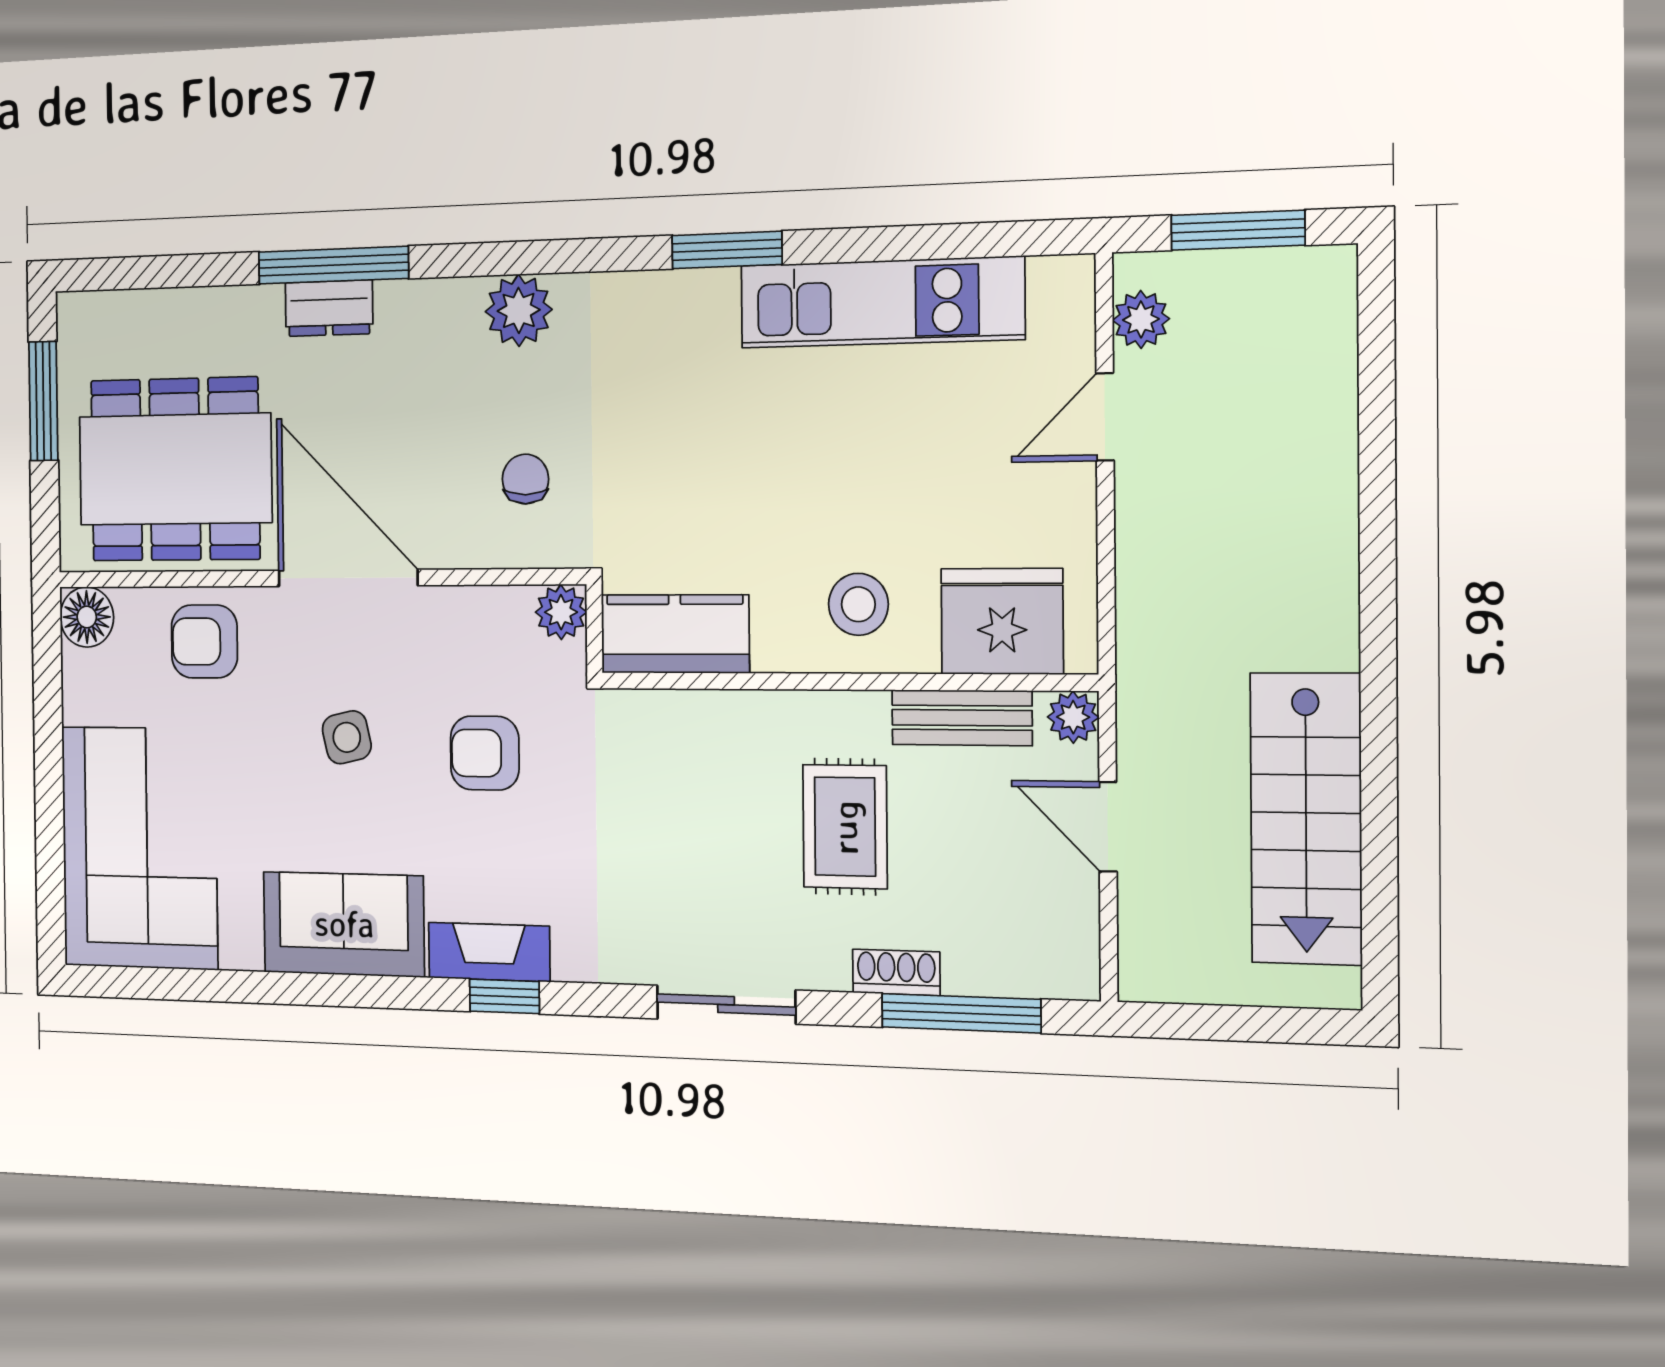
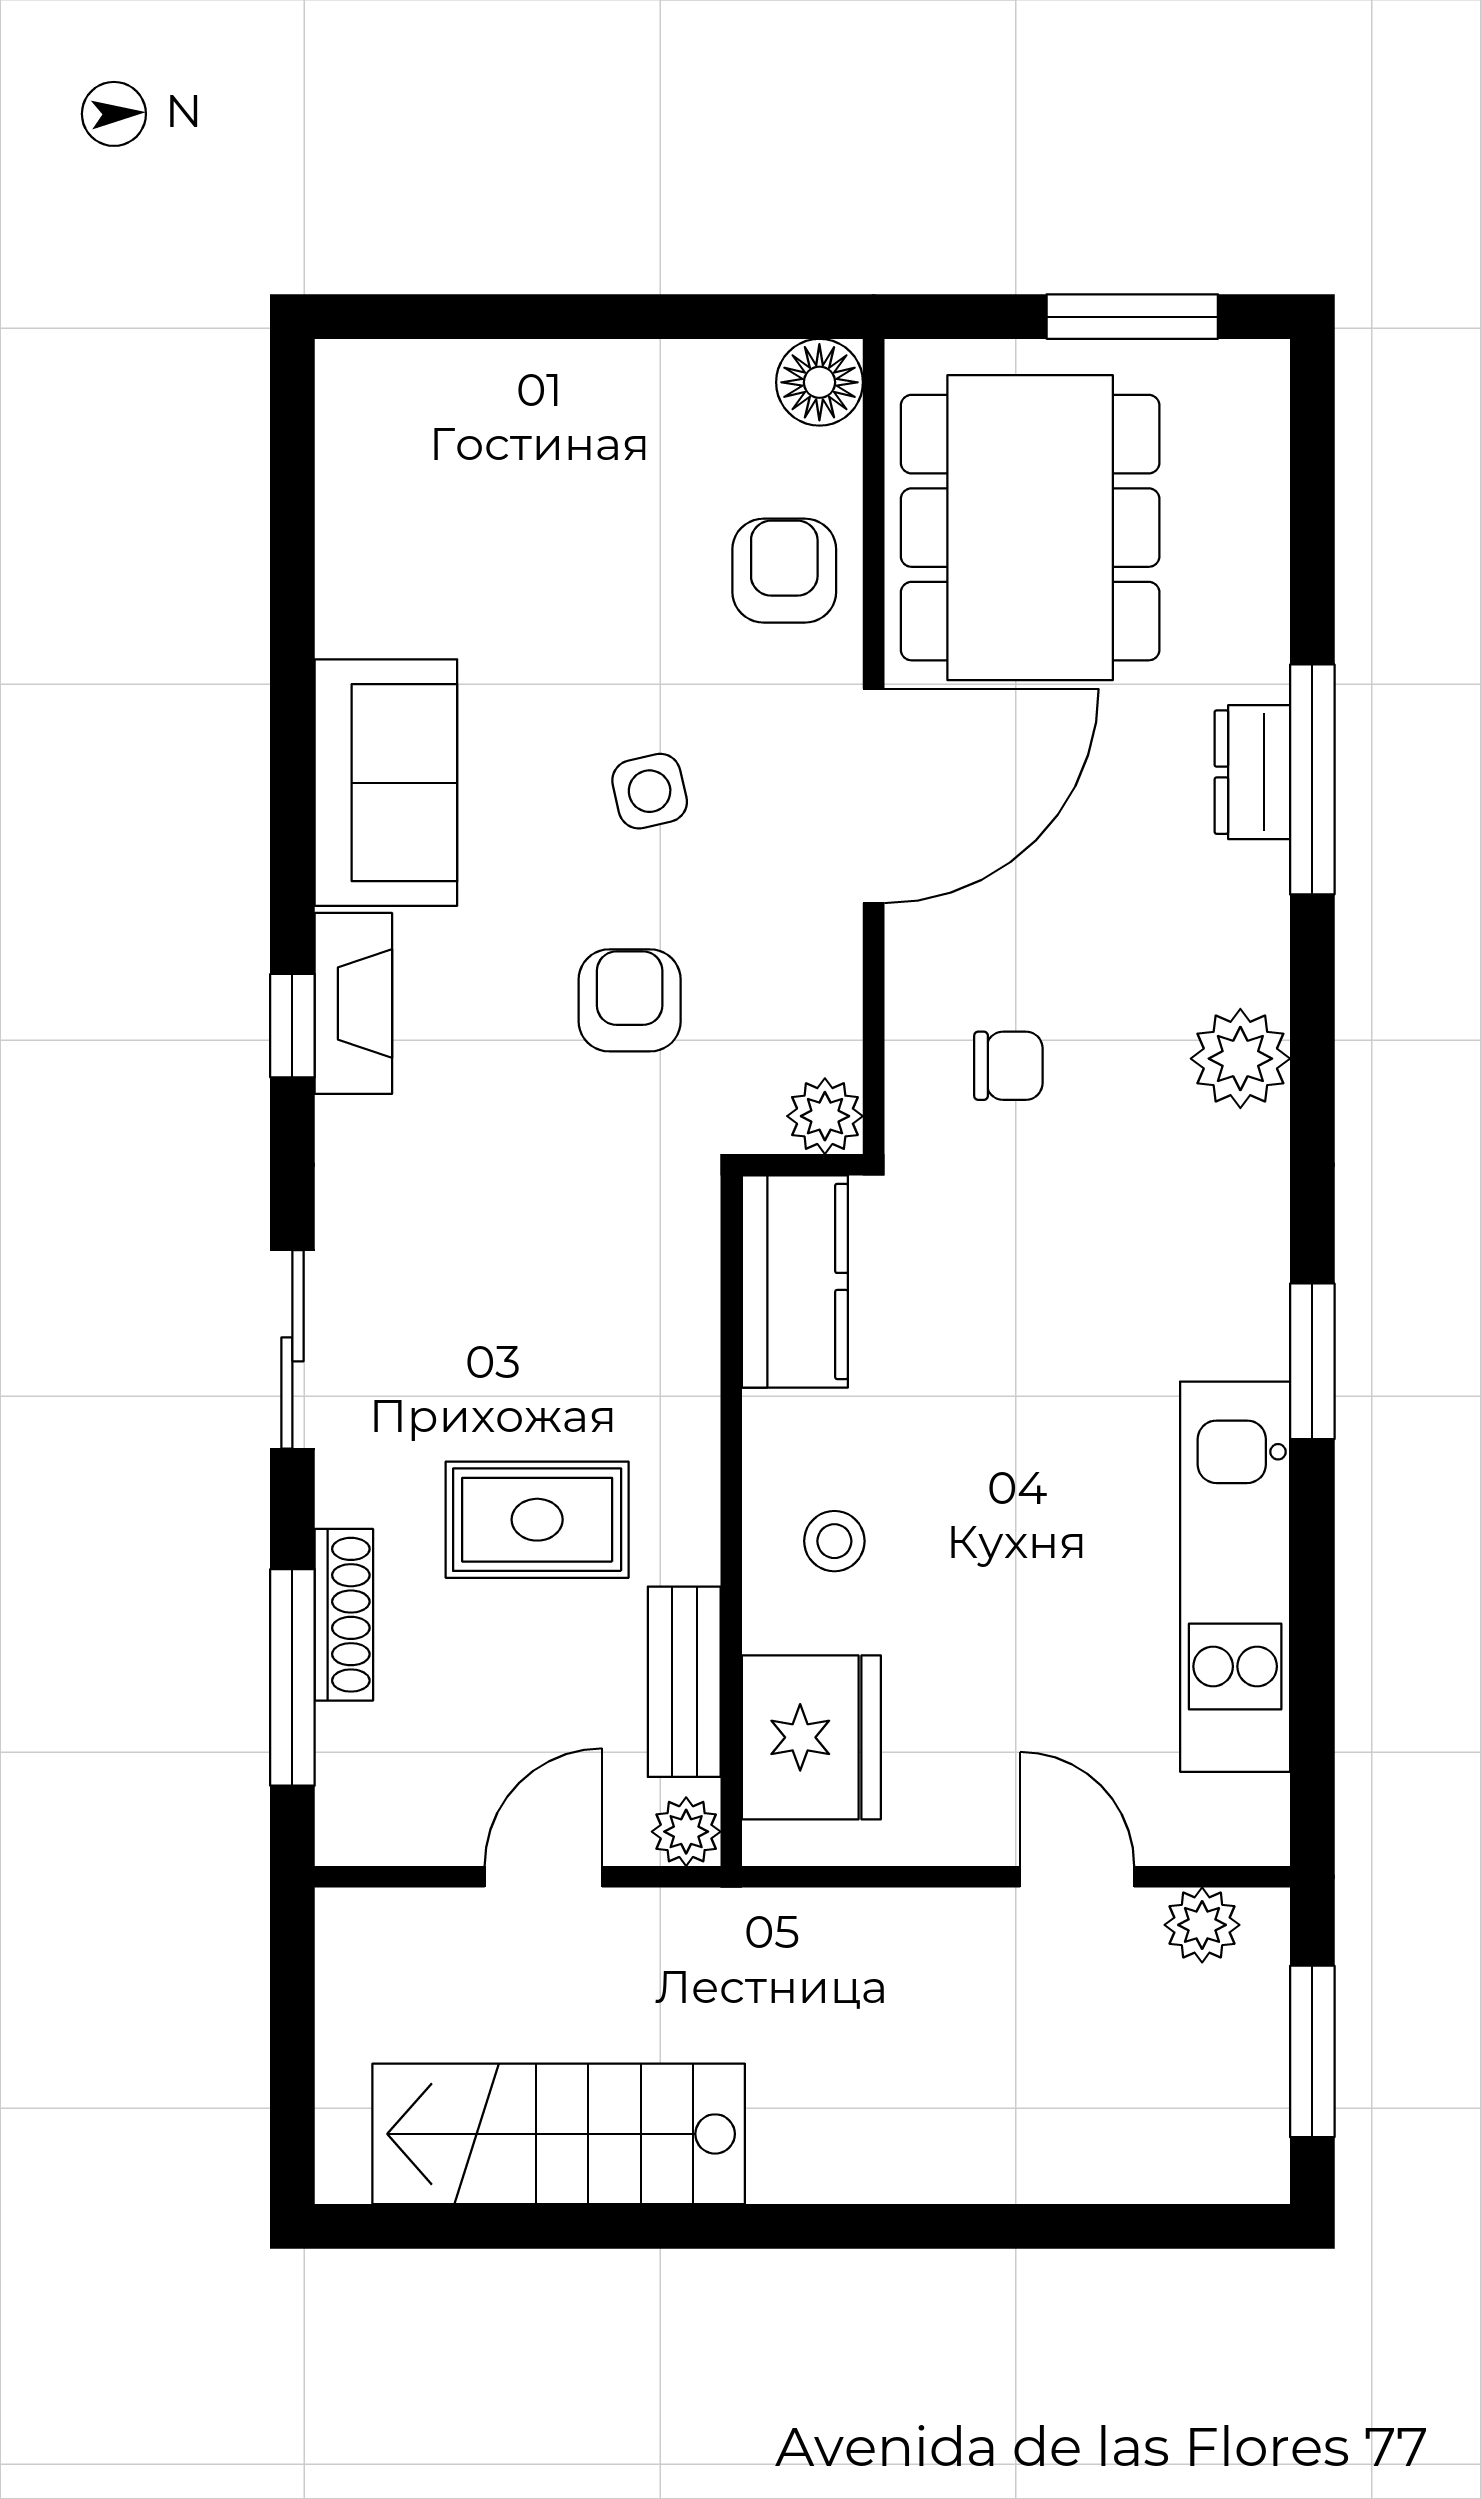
stool: (858, 604) -> (834, 1541), width x0.73, depth x0.73
corner sofa: (139, 848) -> (487, 462), removed
shoe rack: (896, 972) -> (344, 1615), width x1.43

